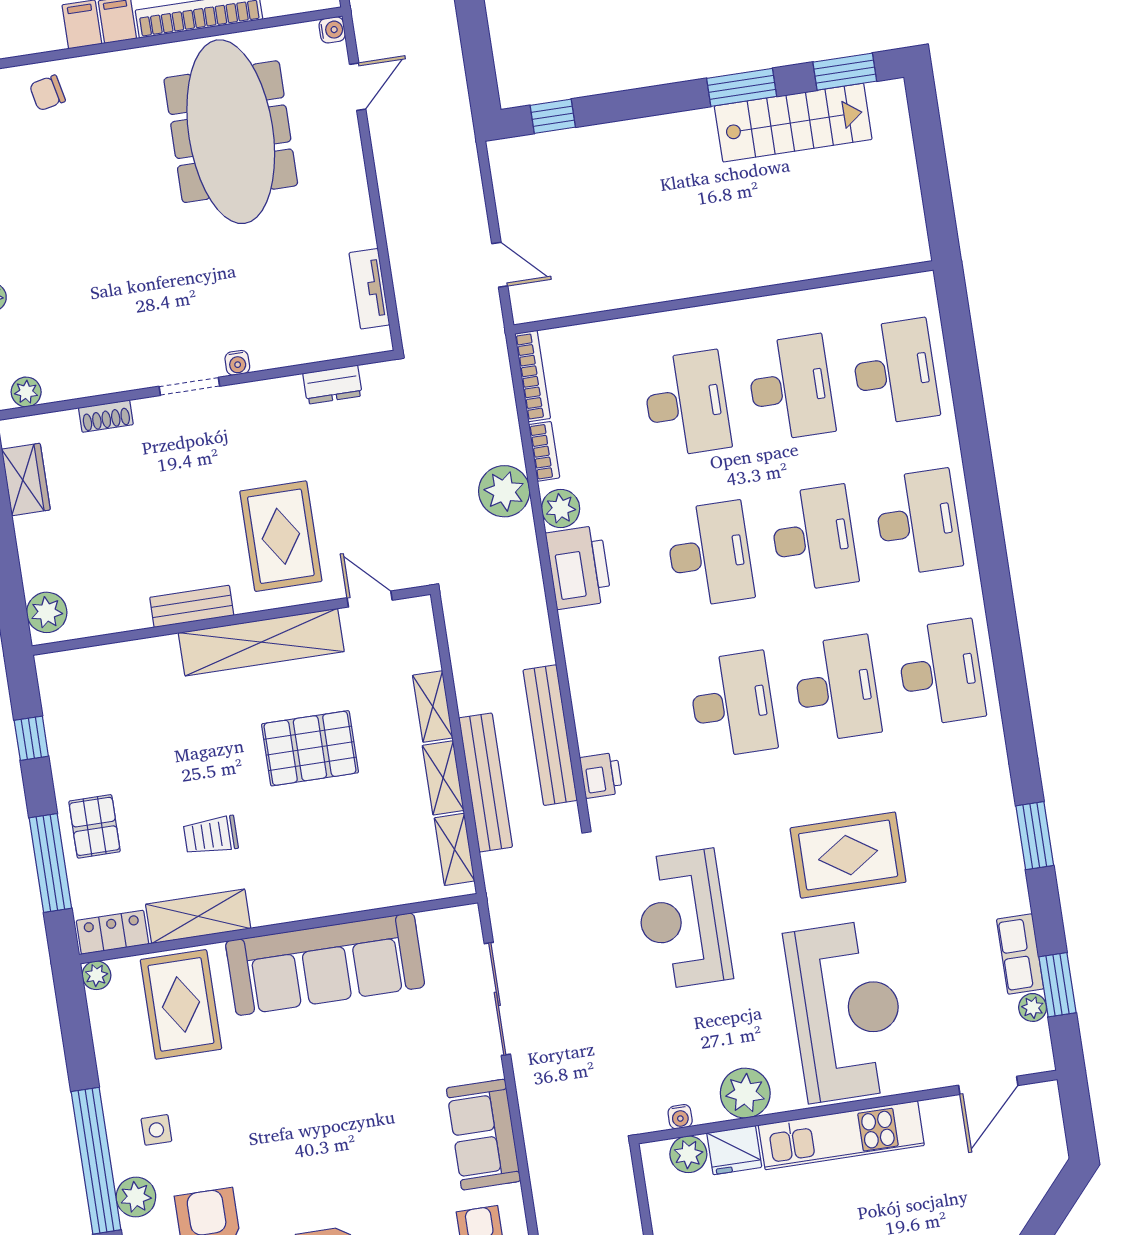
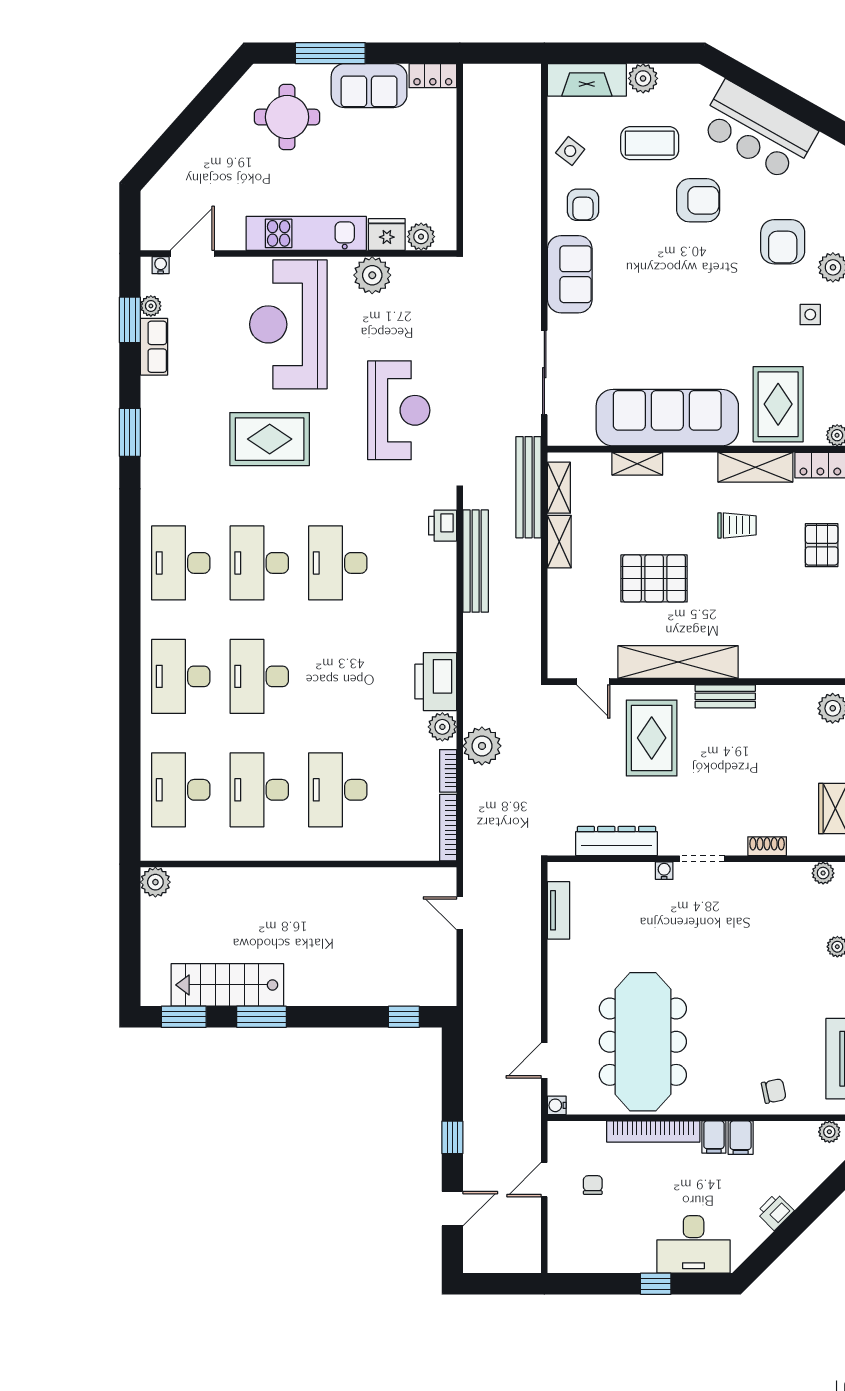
plant: (910, 244) -> (155, 882), added
dresser: (333, 385) -> (616, 841), width x1.96, depth x1.24
desk: (710, 554) -> (338, 676), removed
shelving: (433, 706) -> (637, 464), moved, turned 90
bench: (486, 783) -> (529, 487), moved
water cooler: (680, 1117) -> (161, 265), moved

